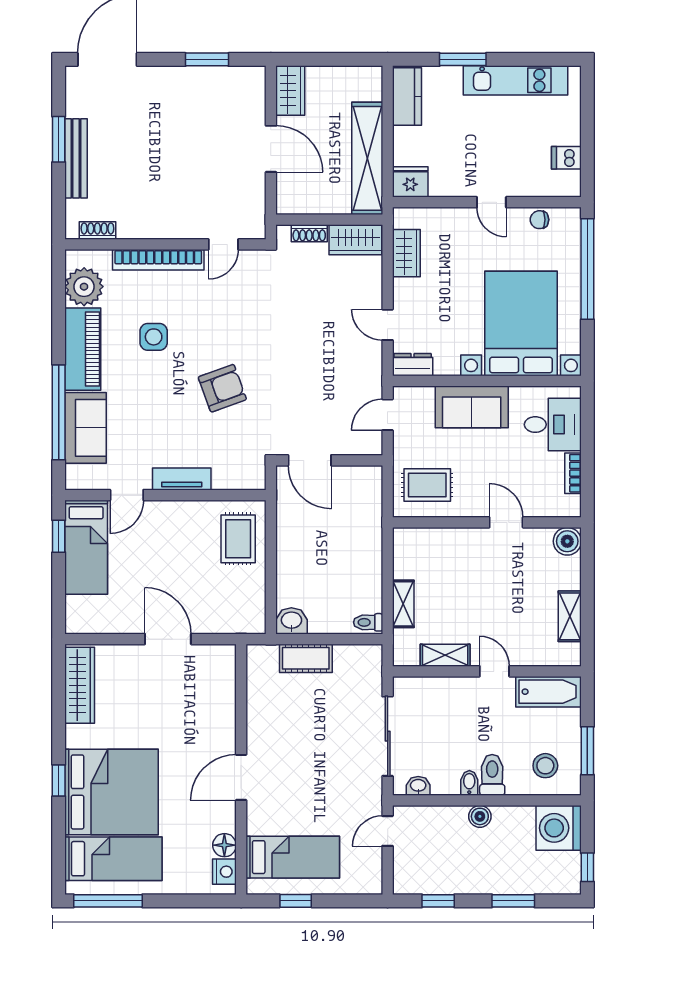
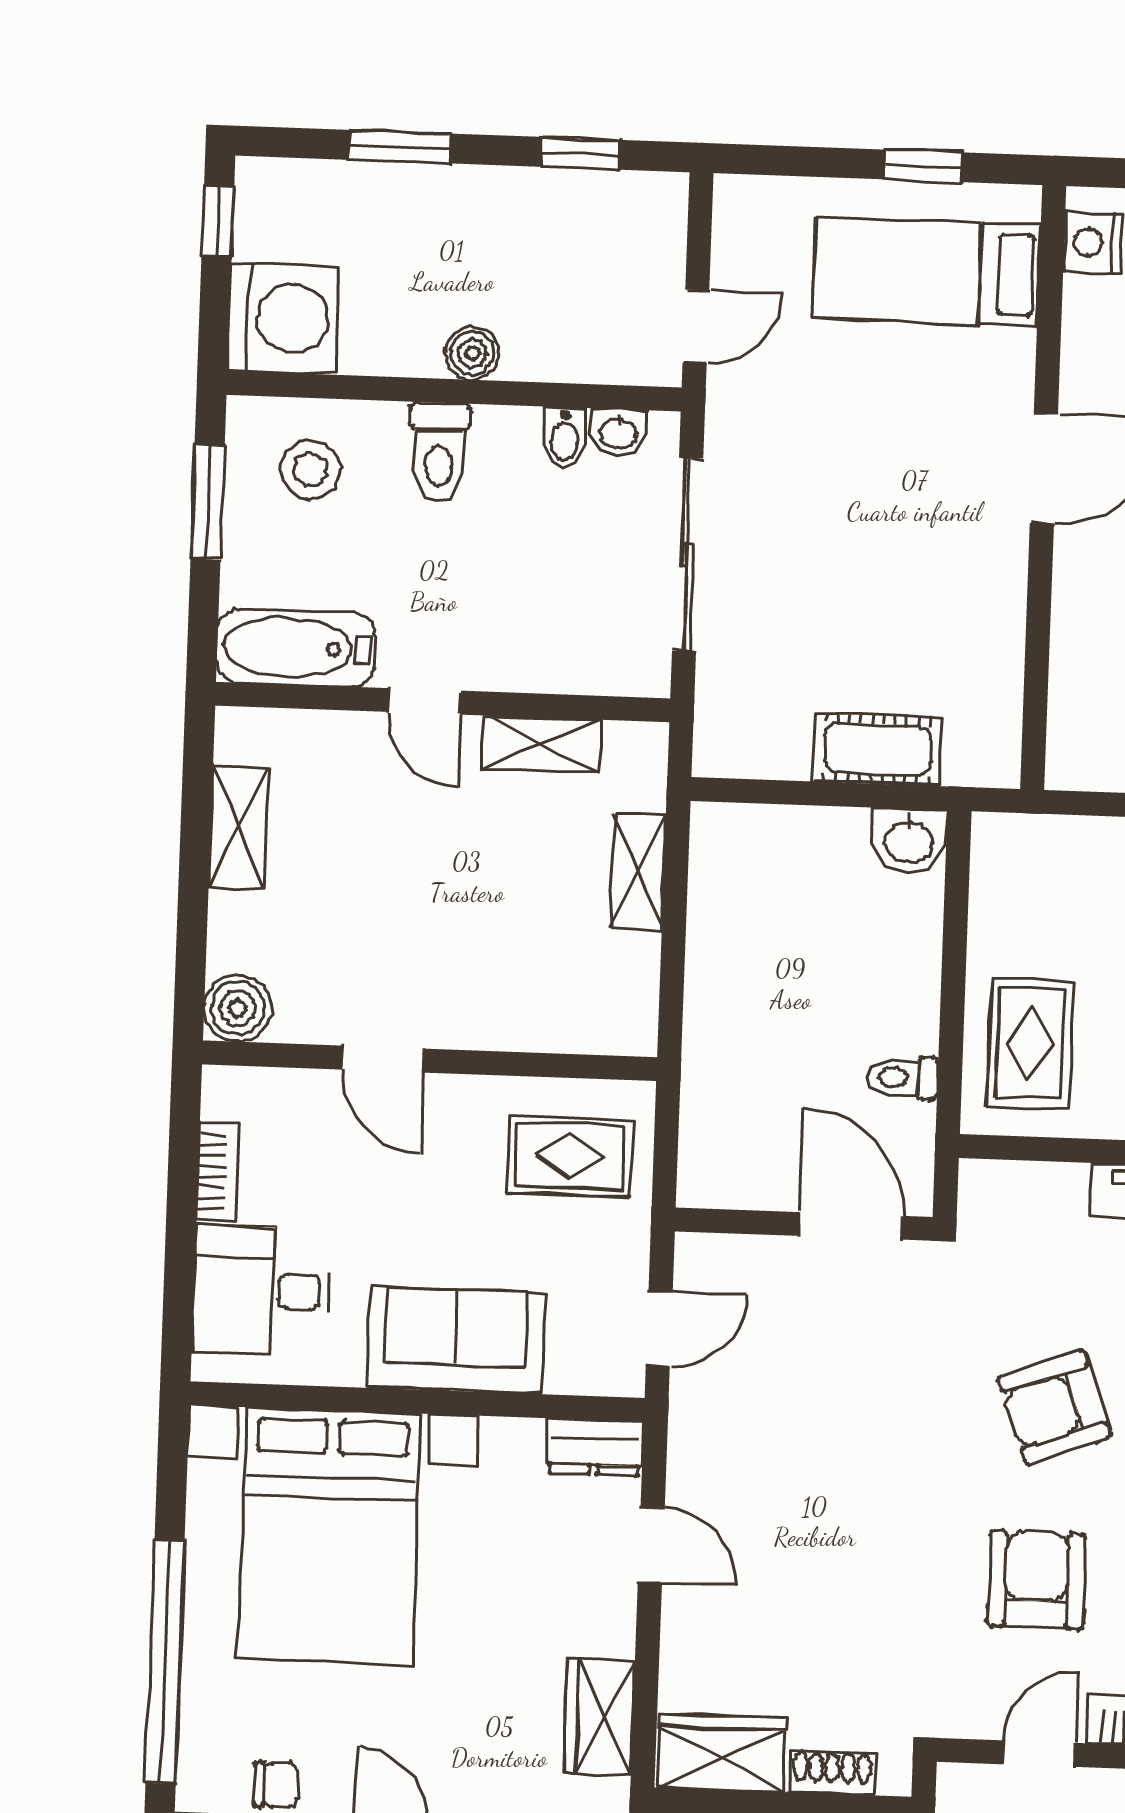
armchair: (227, 316) -> (1036, 1580), added
toilet: (368, 622) -> (903, 1078), moved, turned 180
bidet: (469, 783) -> (564, 437), moved
floor lamp: (224, 845) -> (1090, 307), removed

